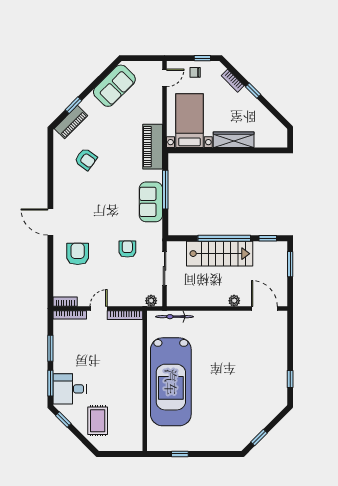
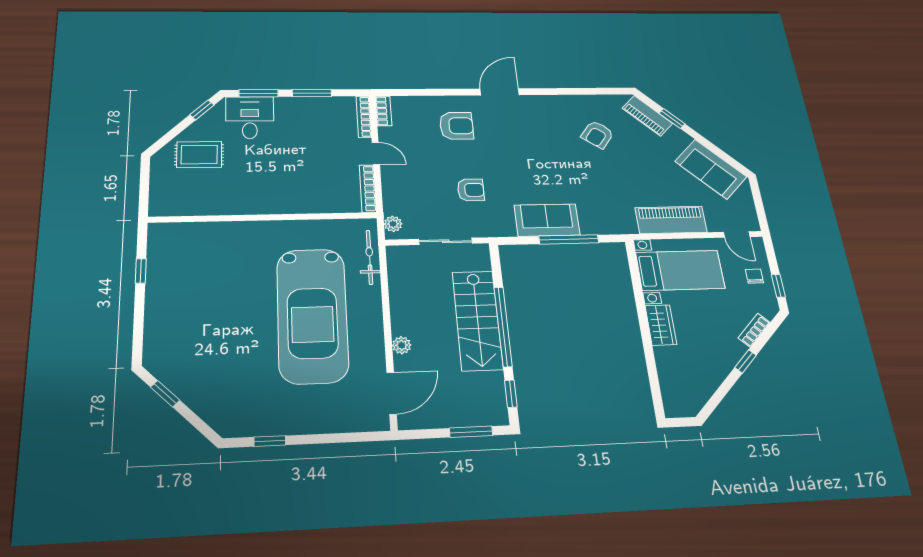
wardrobe: (234, 140) -> (661, 325), width x0.67
piano: (153, 147) -> (671, 220), moved
car: (171, 382) -> (312, 315), moved, turned -90

